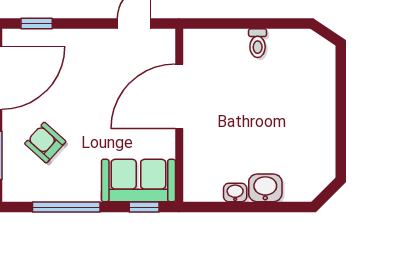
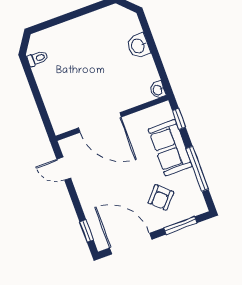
toilet: (258, 43) -> (38, 58), moved
sofa: (138, 181) -> (170, 148), moved
washbasin: (235, 192) -> (158, 90), moved

